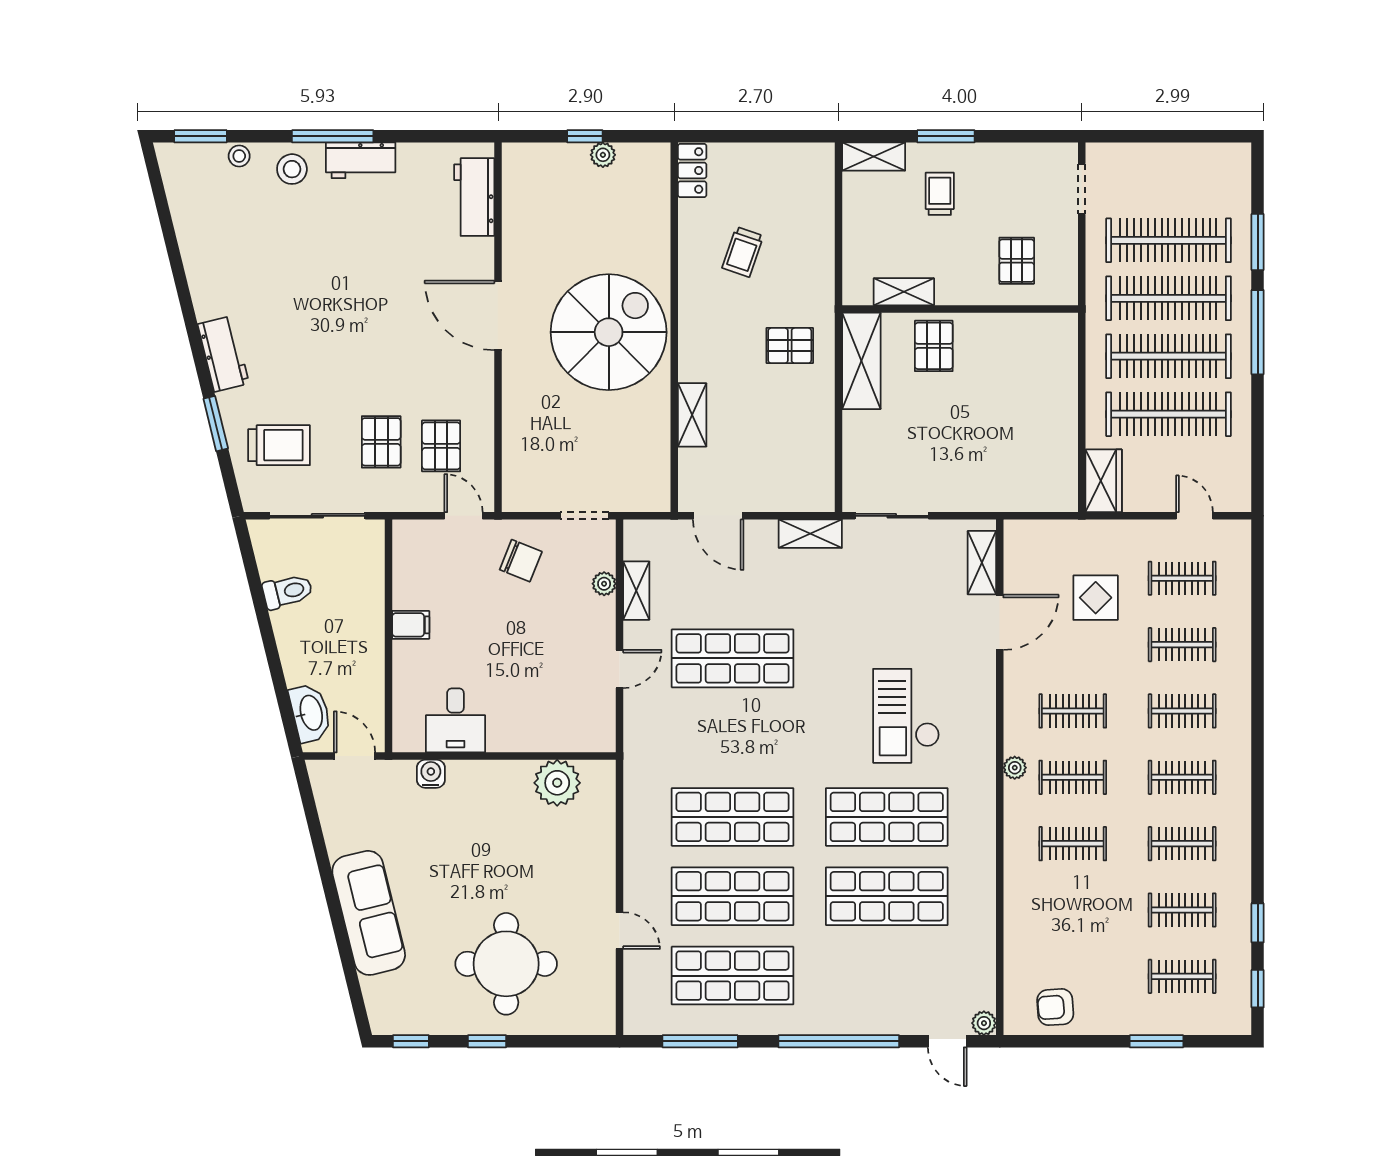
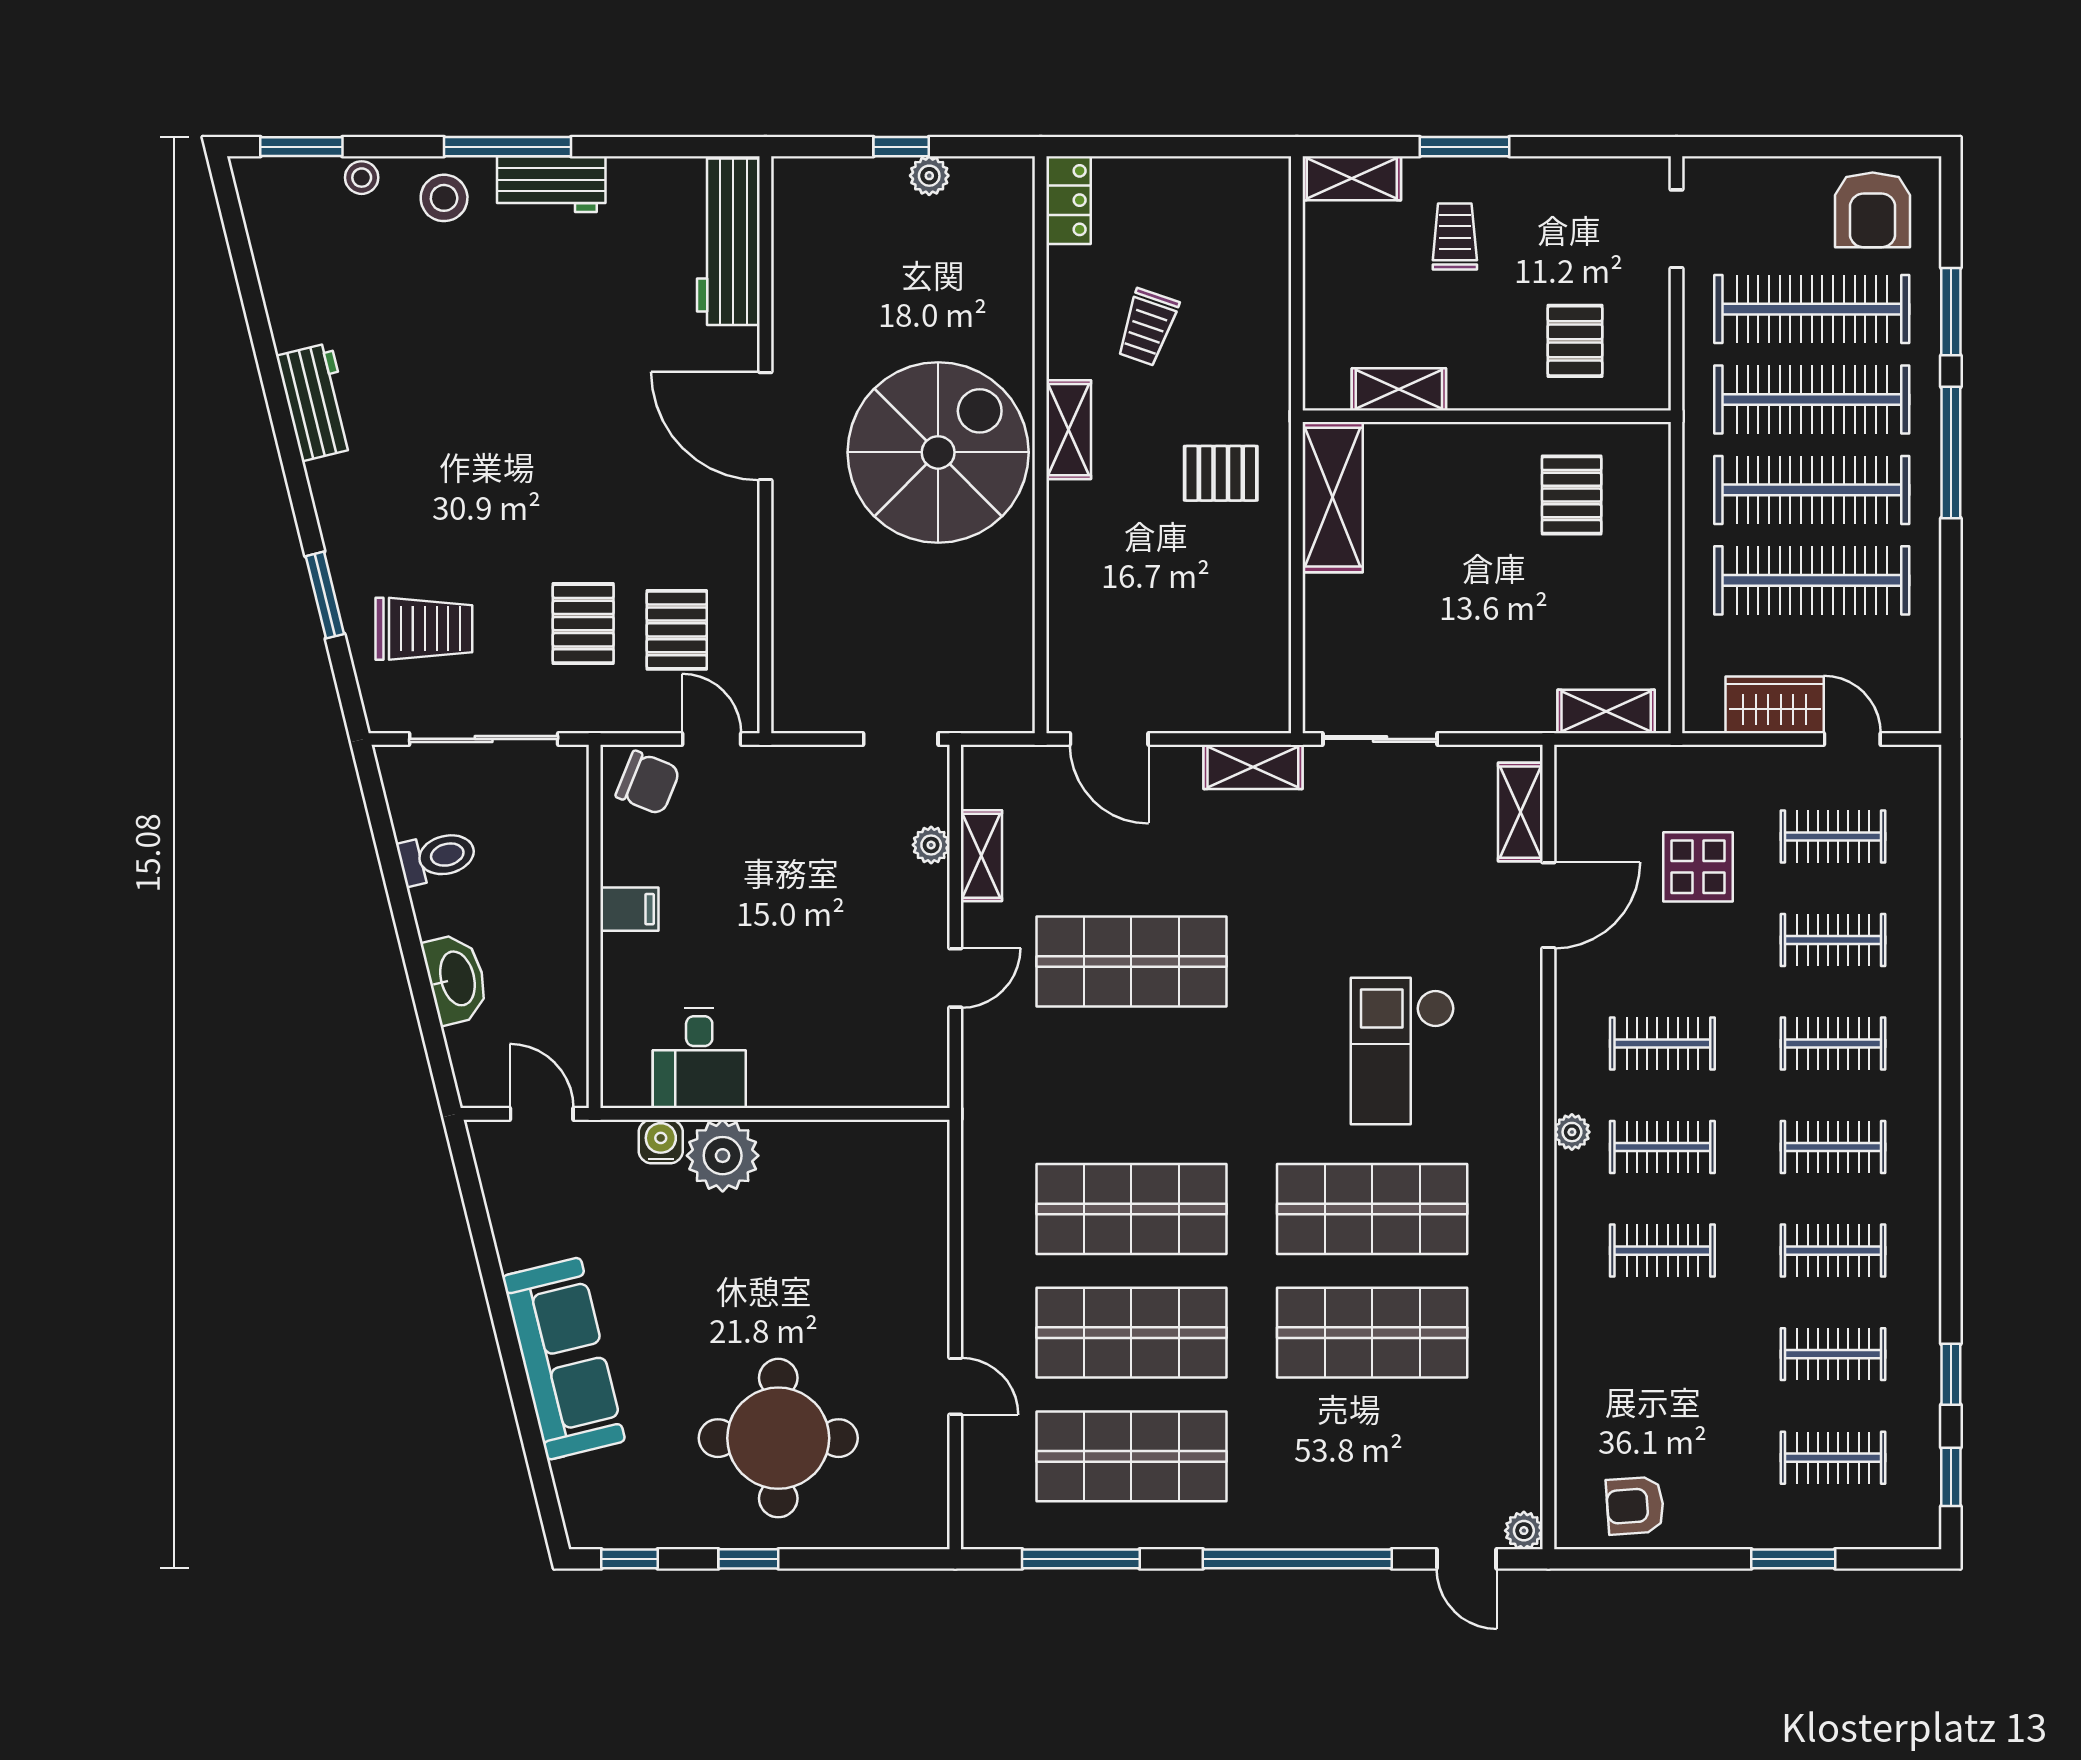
armchair: (1207, 177) -> (1873, 210), added
workbench: (474, 197) -> (728, 242), width x1.38
pallet: (934, 346) -> (1572, 495), moved
workbench: (223, 354) -> (316, 402), moved
shelving: (692, 415) -> (1069, 430), moved
wardrobe: (1104, 481) -> (1775, 705), moved, turned -90
shelving: (1037, 498) -> (1606, 711), added
chair: (521, 561) -> (648, 783), moved
washbasin: (310, 713) -> (456, 979), moved
plant: (557, 783) -> (723, 1156), moved

